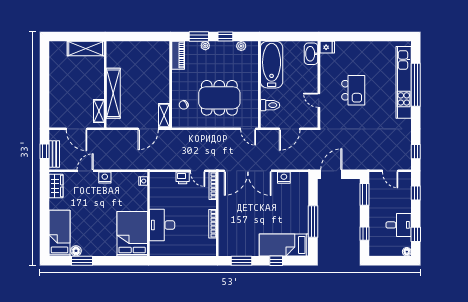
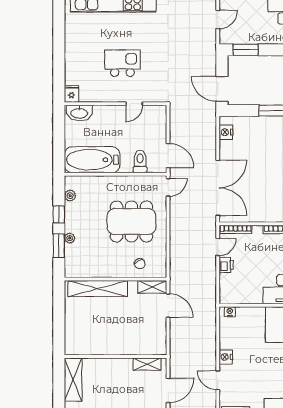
piano: (178, 55) -> (81, 270), removed
shelving: (113, 93) -> (98, 289), moved
dining table: (219, 98) -> (131, 221), turned 90
door: (290, 129) -> (168, 156), moved
nightstand: (284, 178) -> (226, 132), moved

